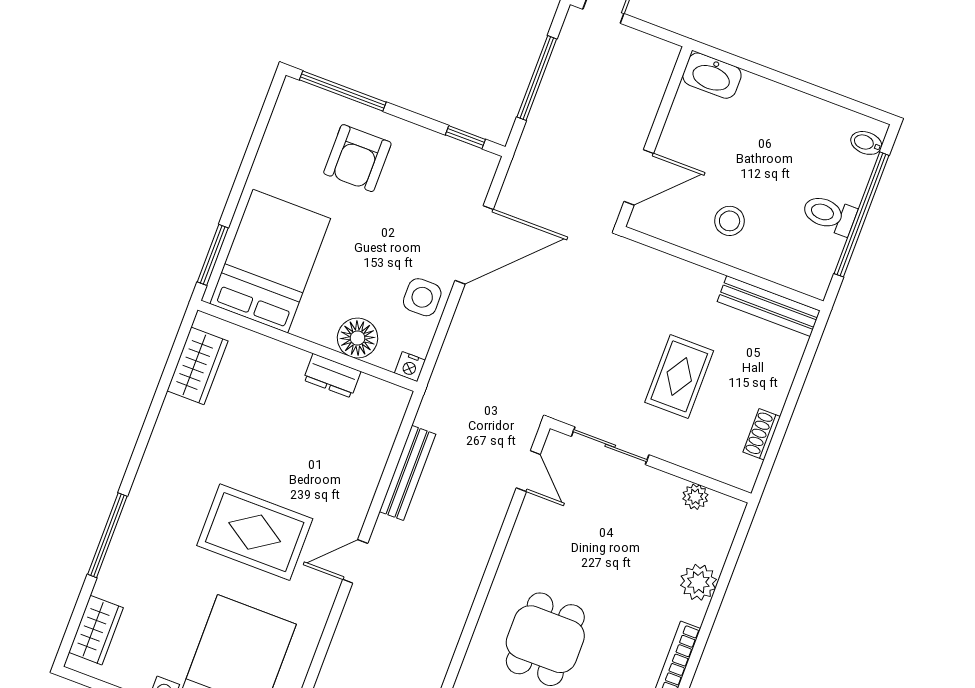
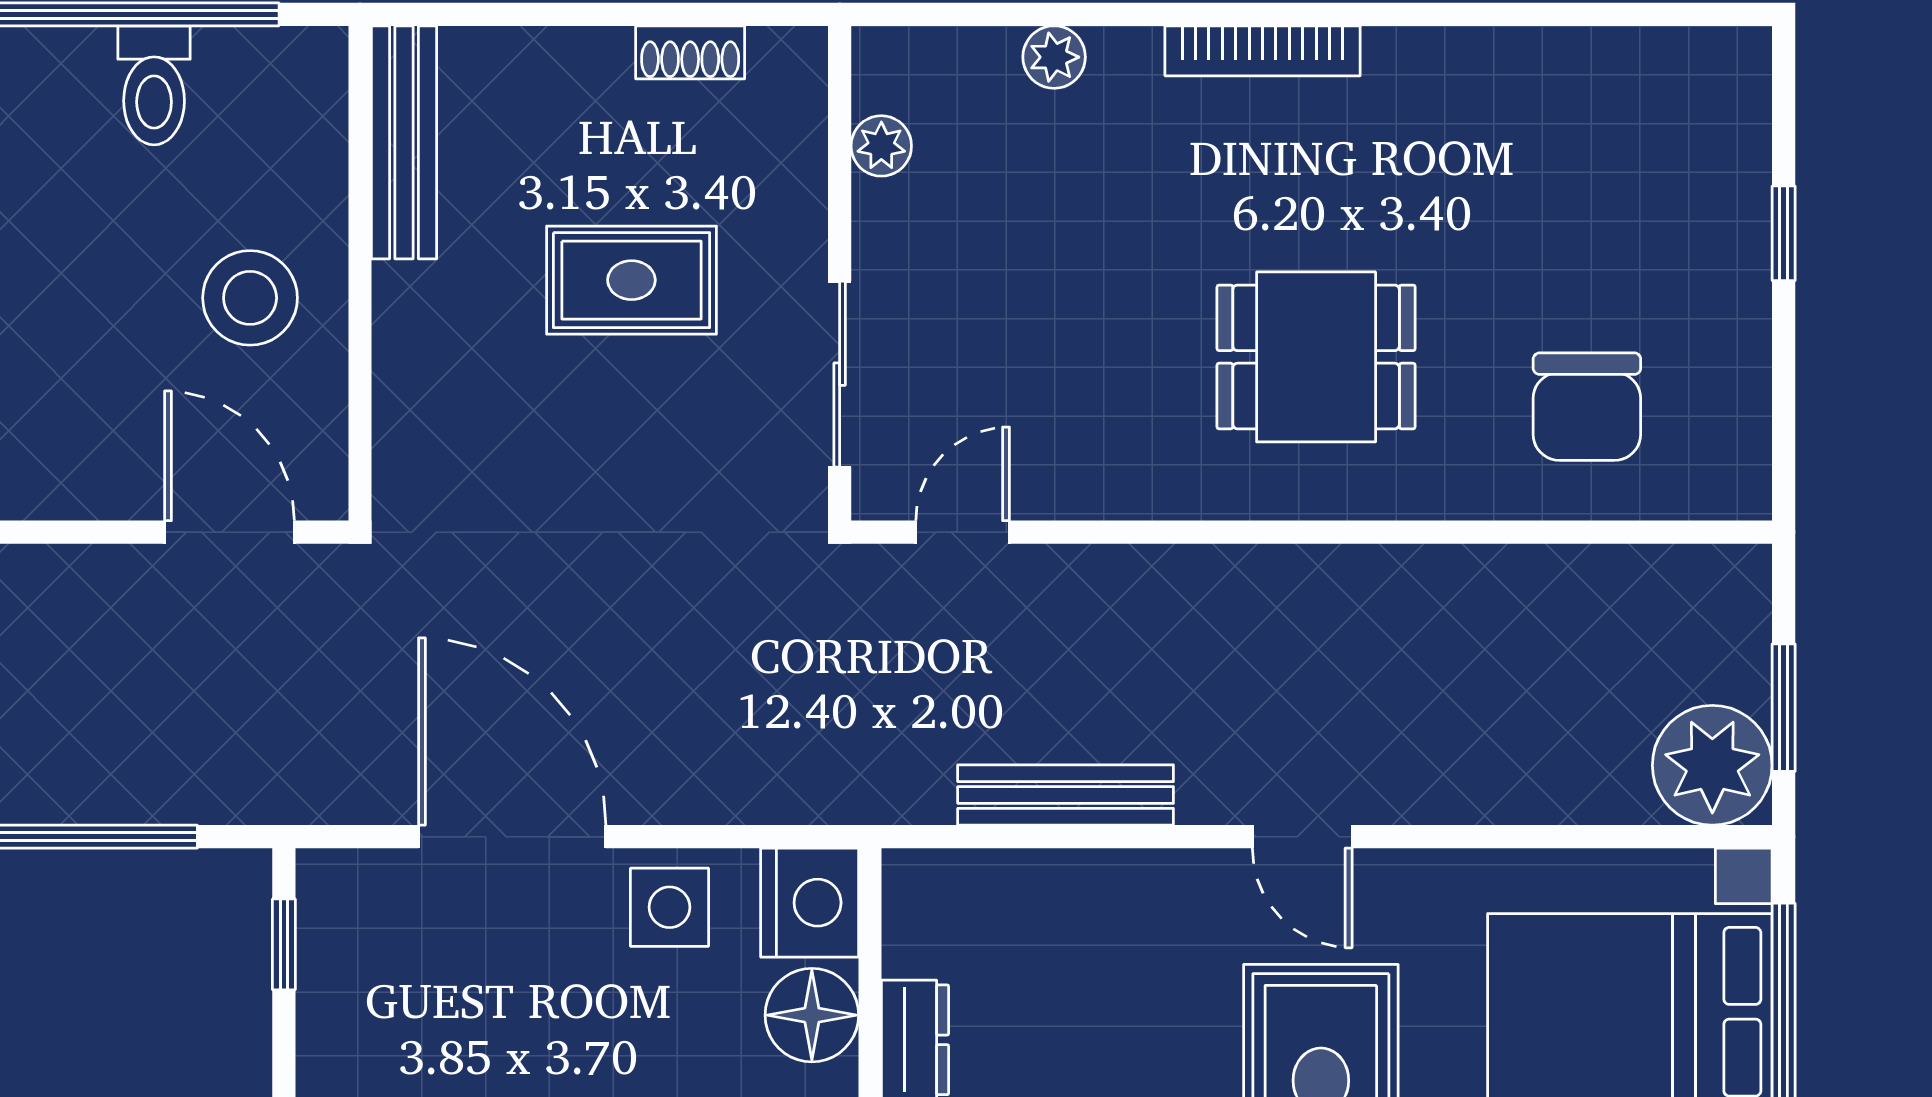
stool: (730, 221) -> (250, 298), width x1.38, depth x1.38
nightstand: (410, 367) -> (810, 903), width x1.89, depth x1.79
plant: (698, 582) -> (1054, 57), width x0.73, depth x0.73

